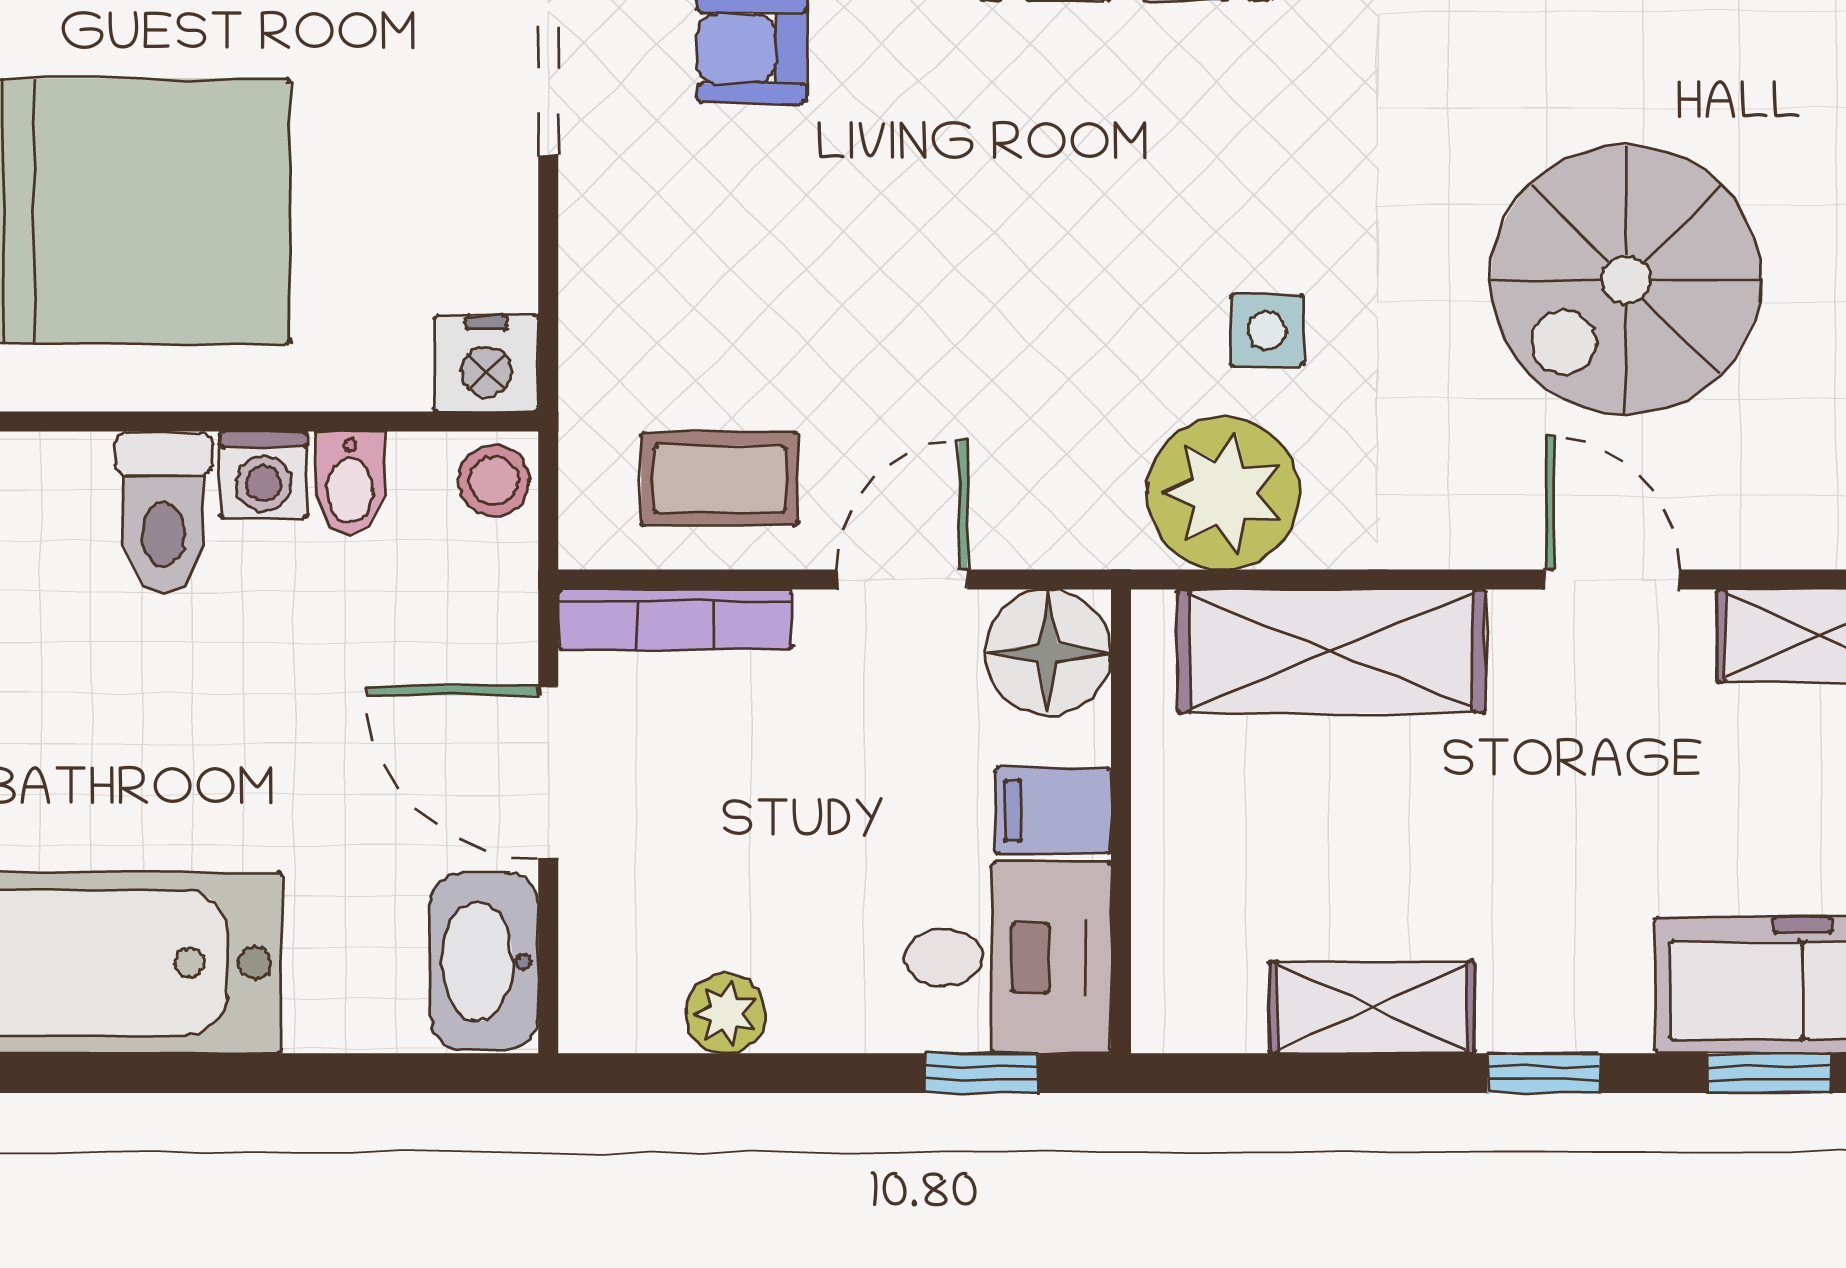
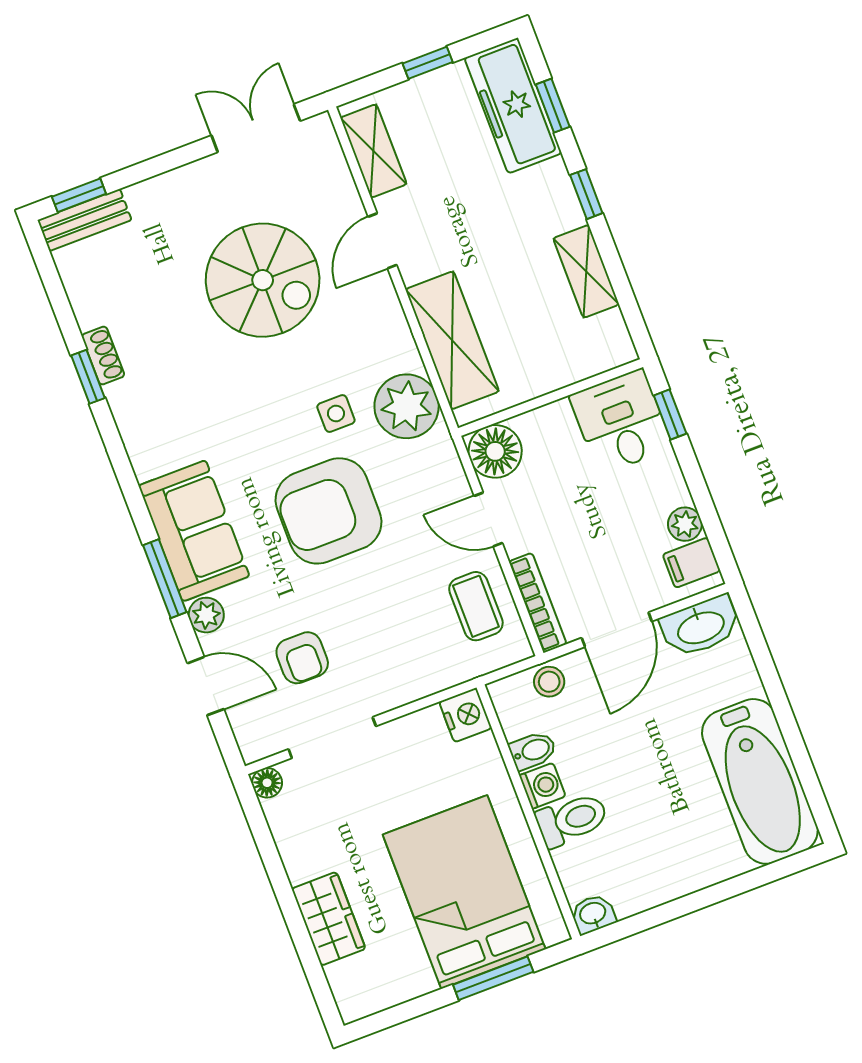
armchair: (1056, 231) -> (328, 511), added
stool: (494, 481) -> (549, 682), moved
filing cabinet: (1053, 811) -> (692, 563), moved, turned 90

